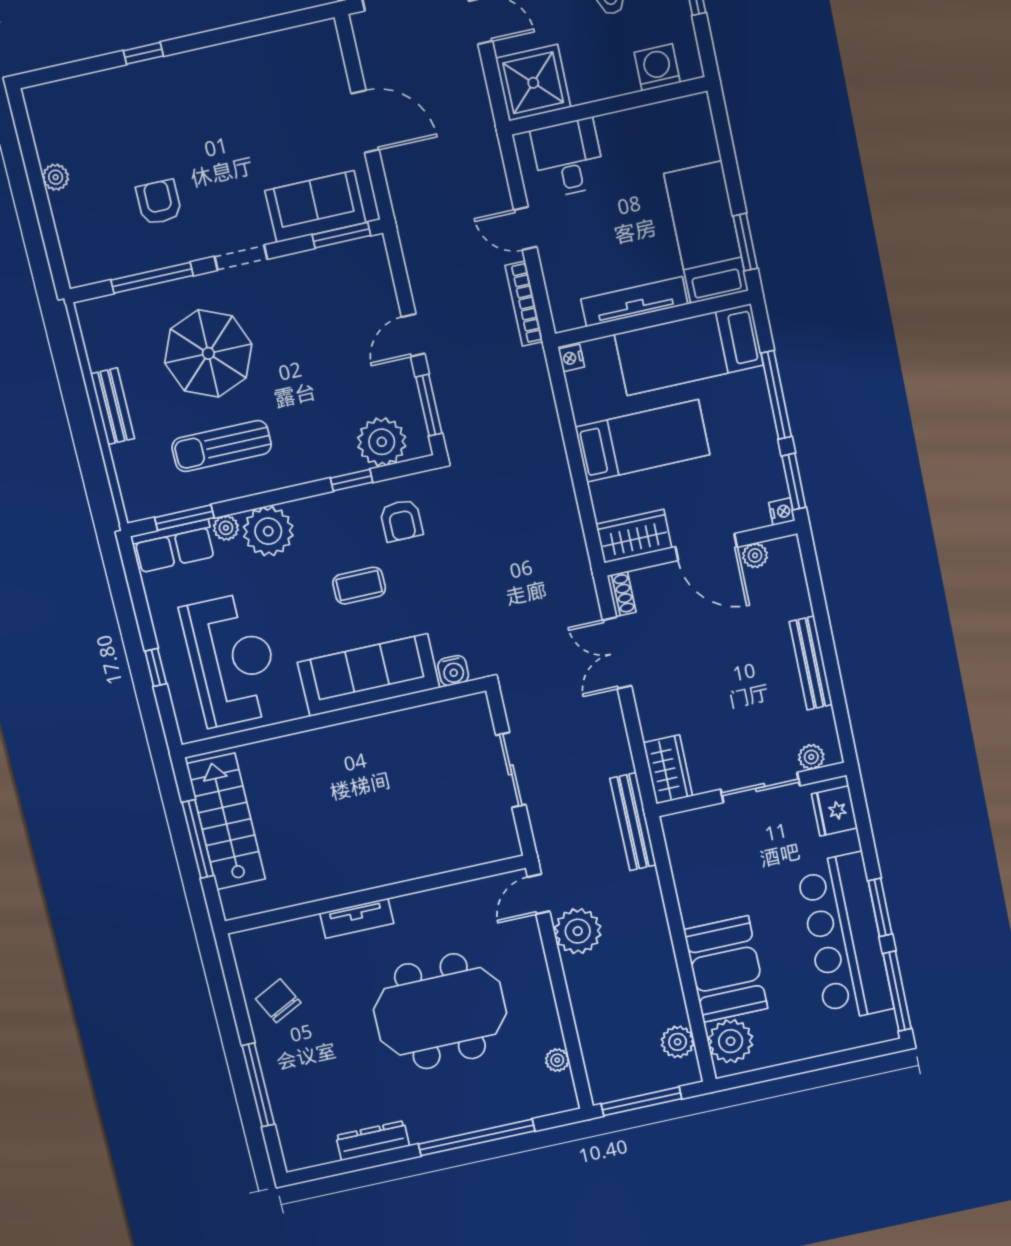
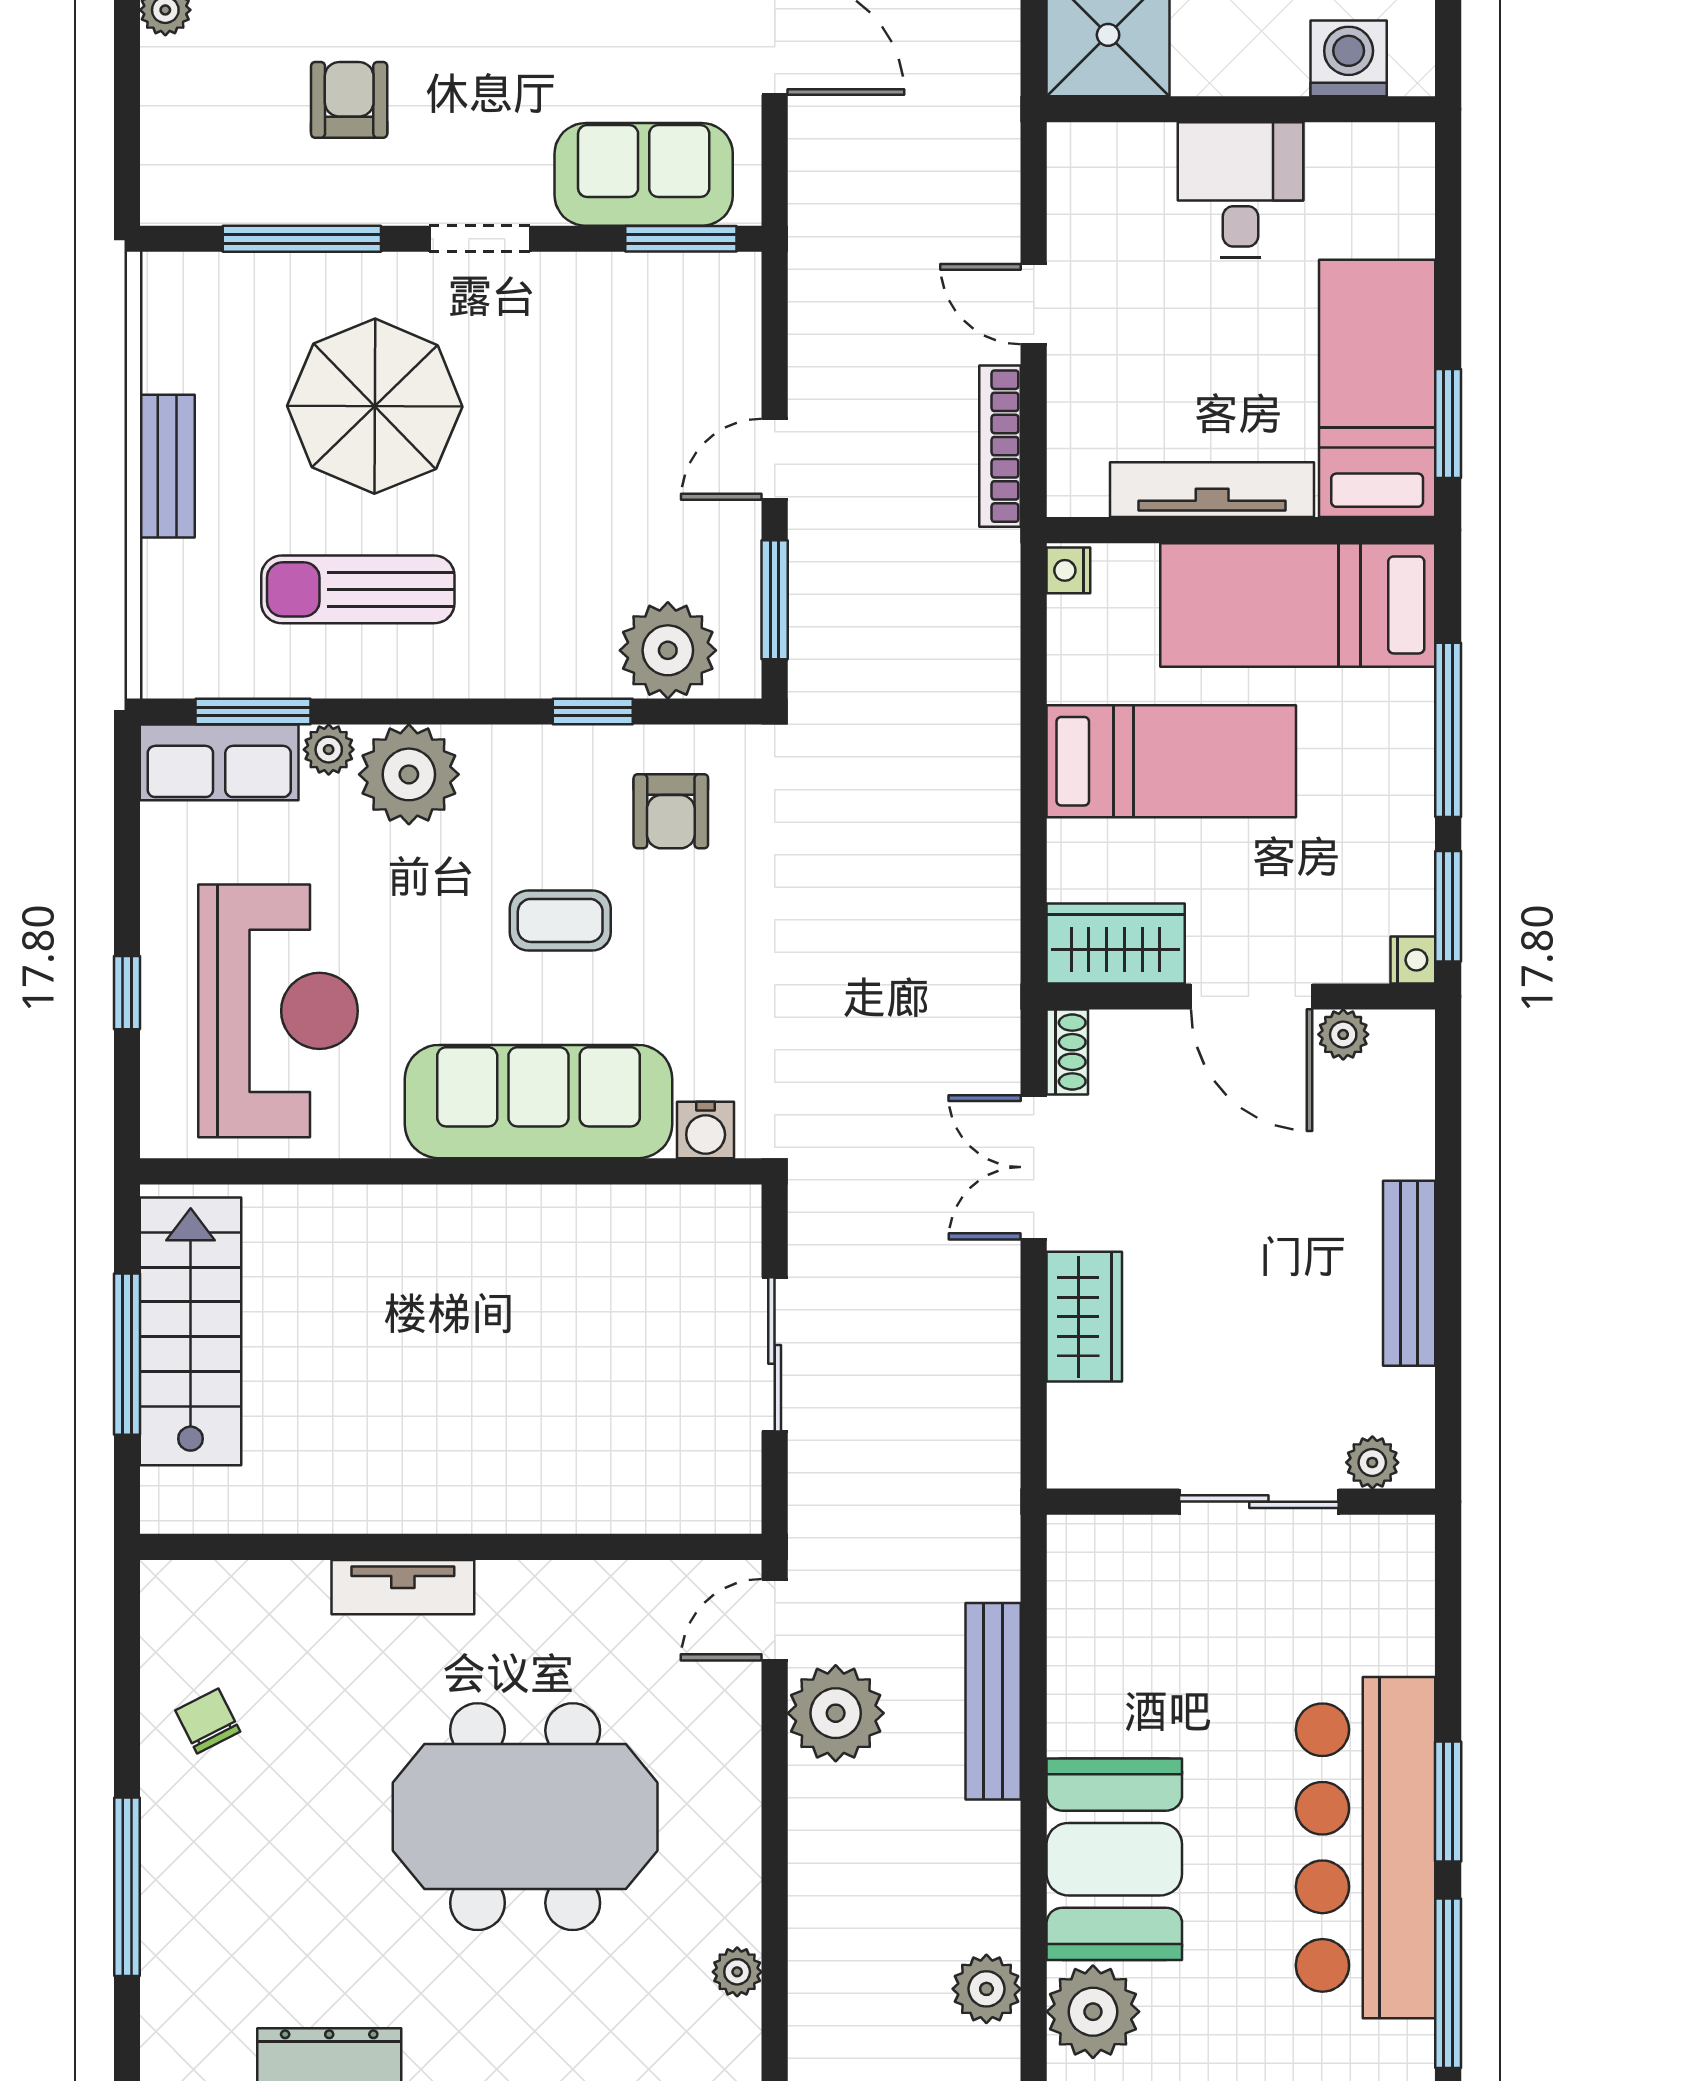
desk: (568, 158) -> (1240, 190), moved
wardrobe: (668, 769) -> (1084, 1317), moved
fridge: (834, 811) -> (1396, 1583), removed
bench: (633, 822) -> (993, 1701), moved
chair: (278, 1001) -> (208, 1721), width x0.73, depth x0.73

